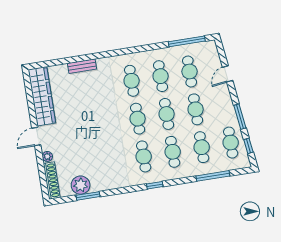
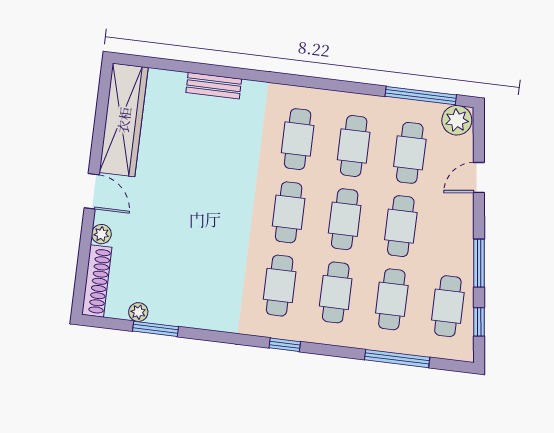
plant: (208, 48) -> (457, 120), added
door: (36, 137) -> (92, 191), swing flipped
plant: (81, 185) -> (138, 312), width x0.53, depth x0.53

